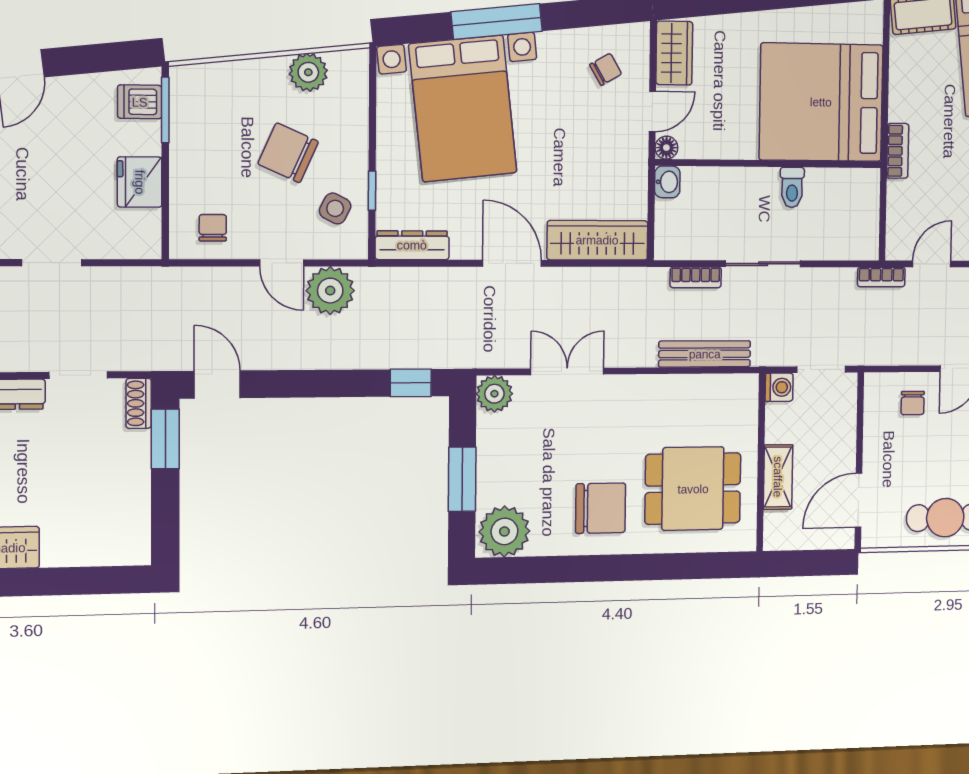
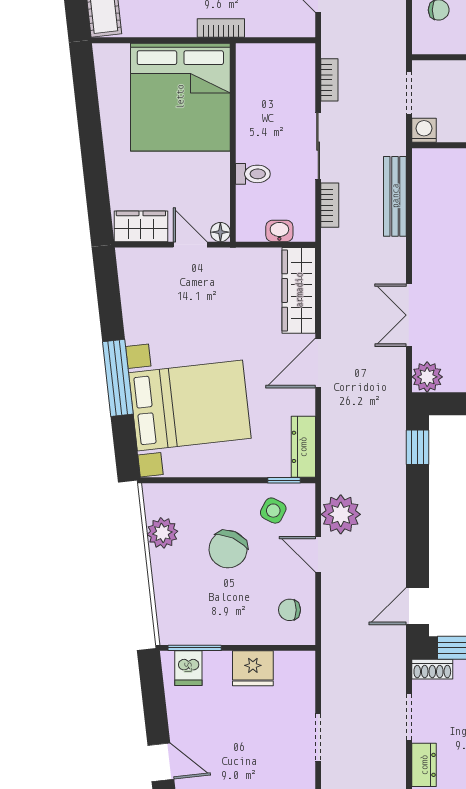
chair: (606, 69) -> (156, 285), removed
washbasin: (667, 182) -> (279, 231), moved
toilet: (792, 187) -> (253, 174), moved
window: (372, 191) -> (284, 480), moved
door: (282, 263) -> (318, 554), swing flipped
bookcase: (881, 277) -> (329, 80), moved

